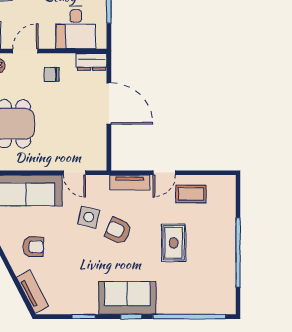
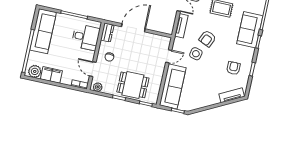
armchair: (33, 247) -> (233, 68), moved
sofa: (127, 298) -> (250, 30), moved

